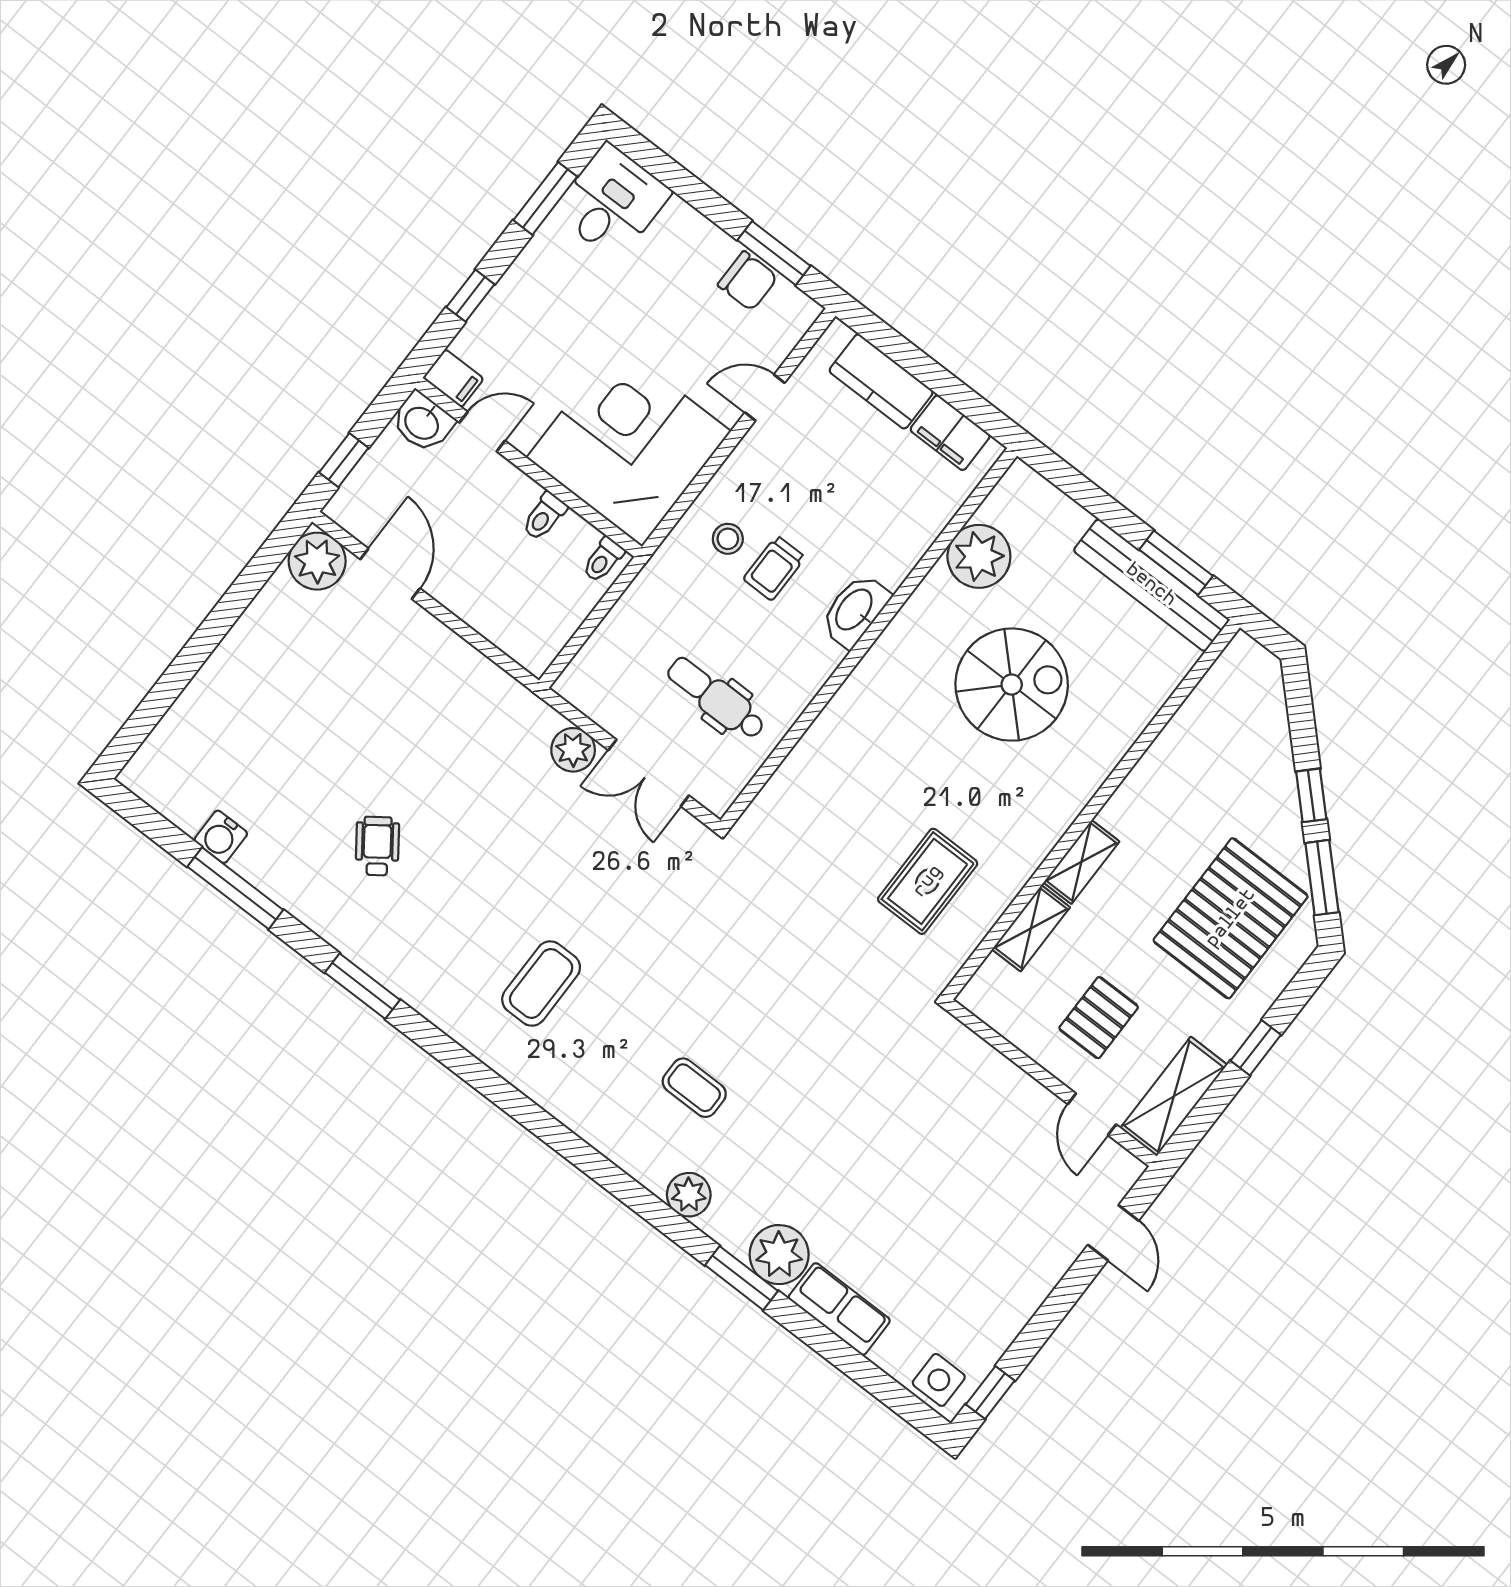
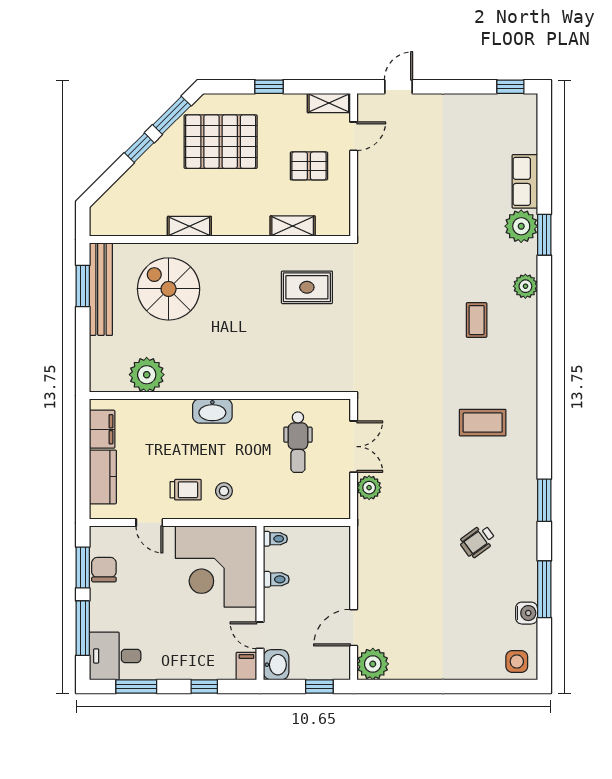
window: (687, 186) -> (83, 628), added
trolley: (774, 568) -> (186, 490), moved
spiral stairs: (1012, 685) -> (169, 289), moved
shelving: (1081, 862) -> (189, 226), moved
shelving: (1174, 1096) -> (329, 103), width x0.67, depth x0.75
side table: (939, 1380) -> (517, 661), moved

